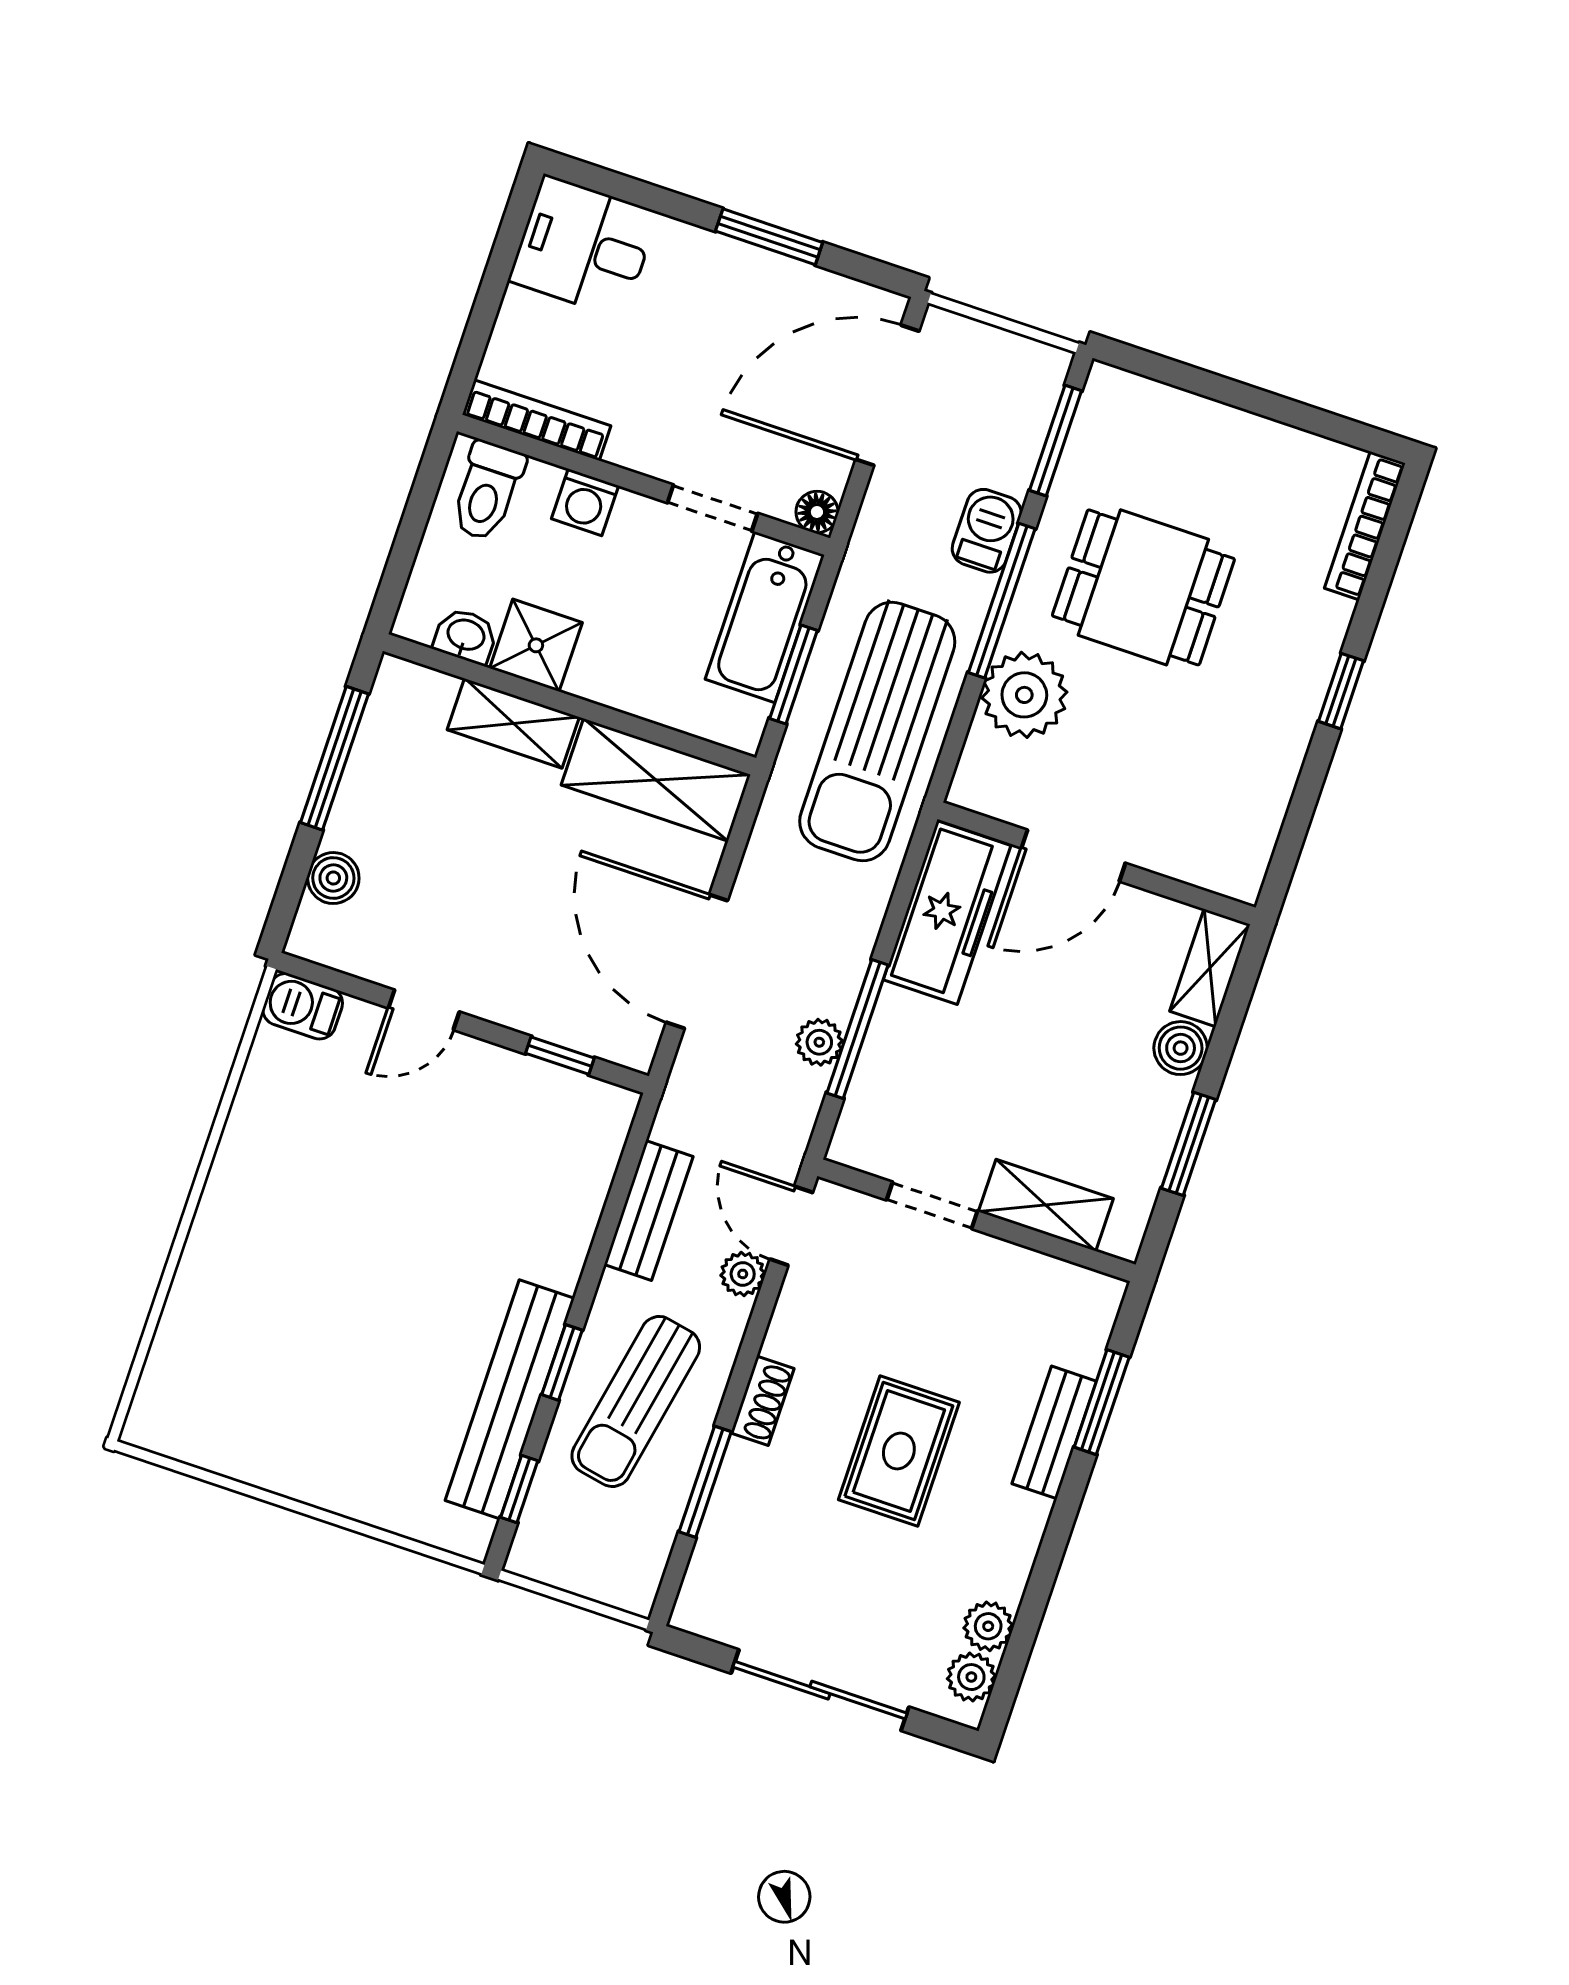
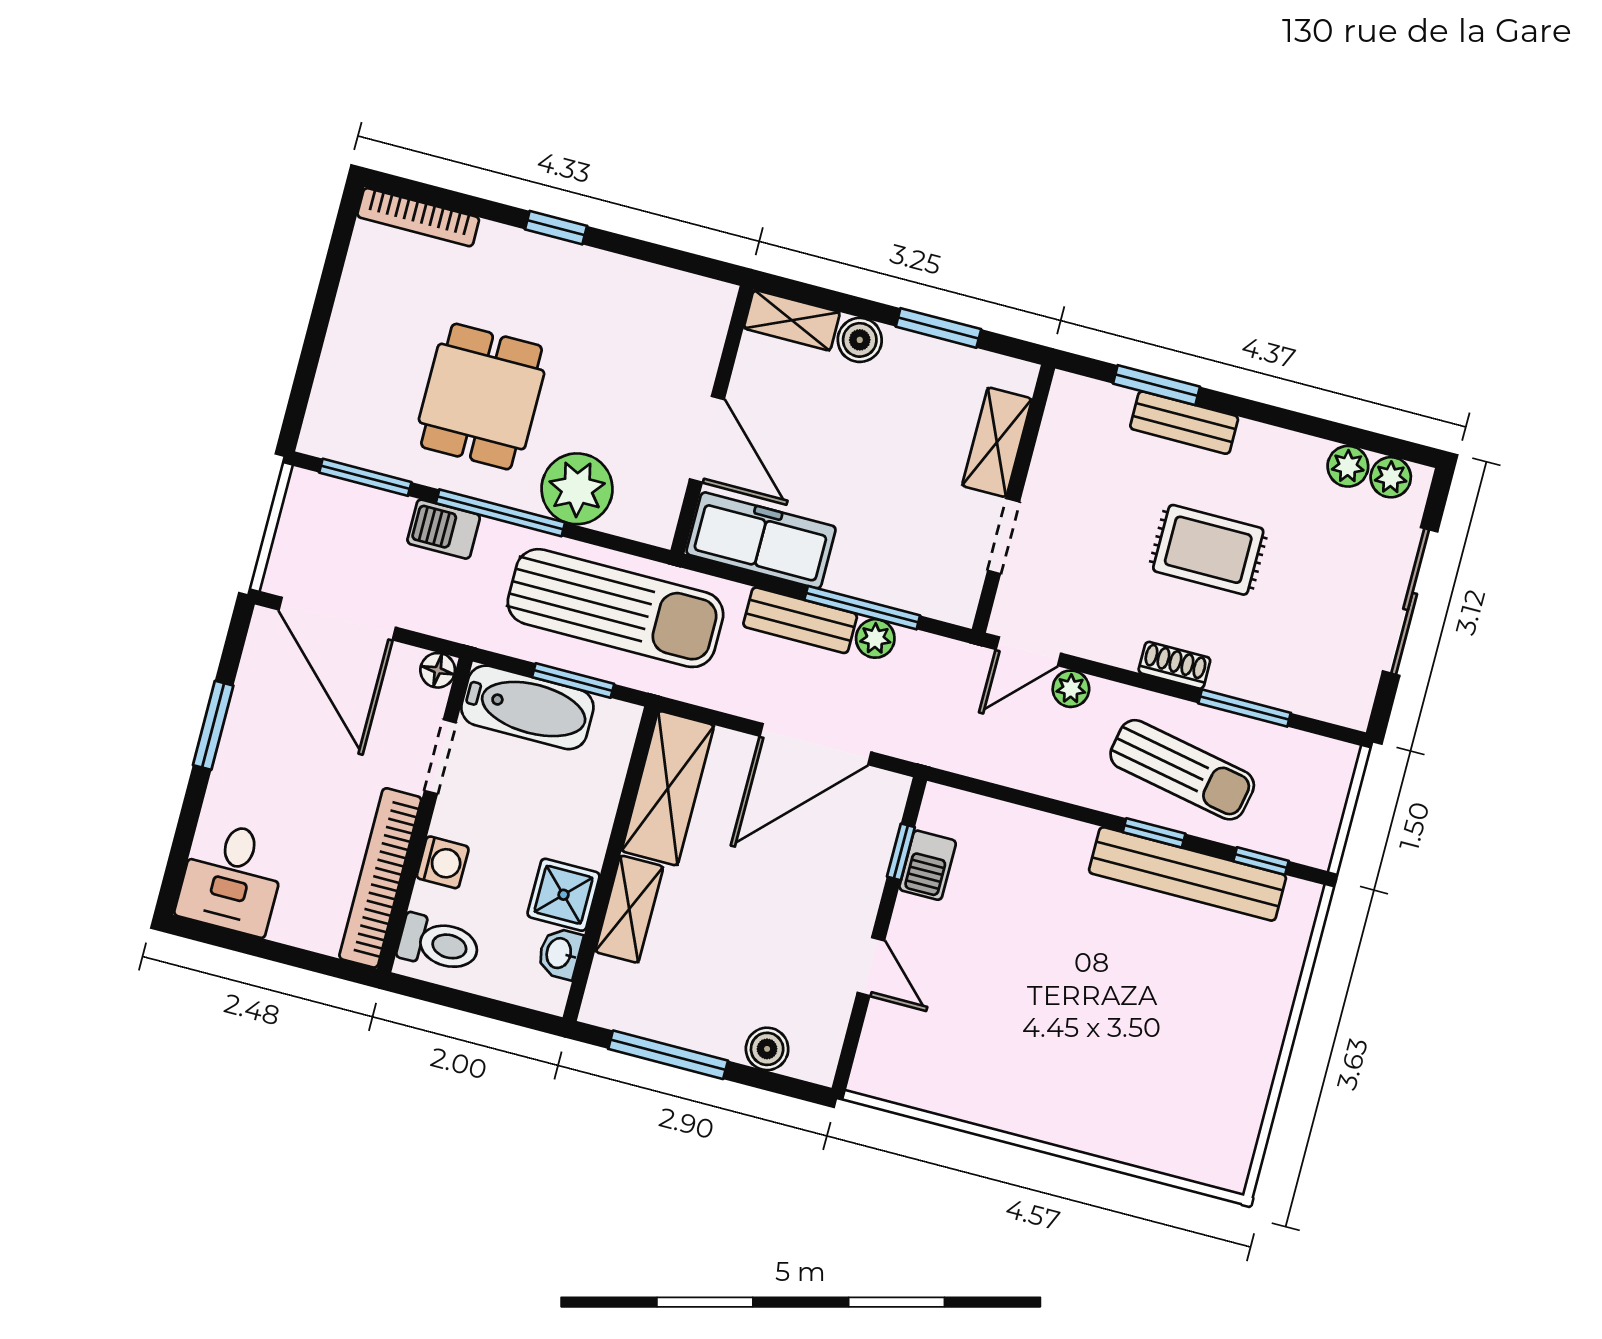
bookcase: (537, 420) -> (380, 878), width x1.48, depth x1.31
barbecue: (303, 1006) -> (928, 865), moved
bench: (649, 1211) -> (800, 620), moved

